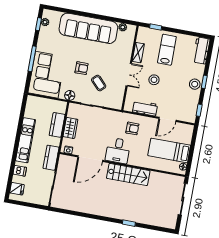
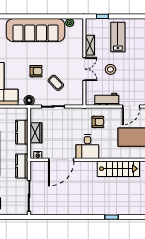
stairs: (128, 175) -> (118, 169), moved

